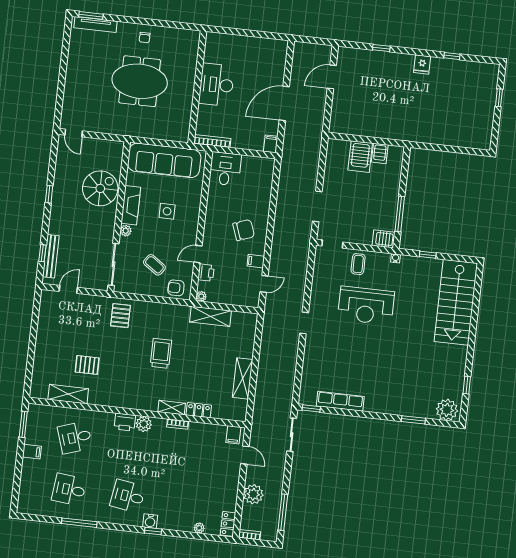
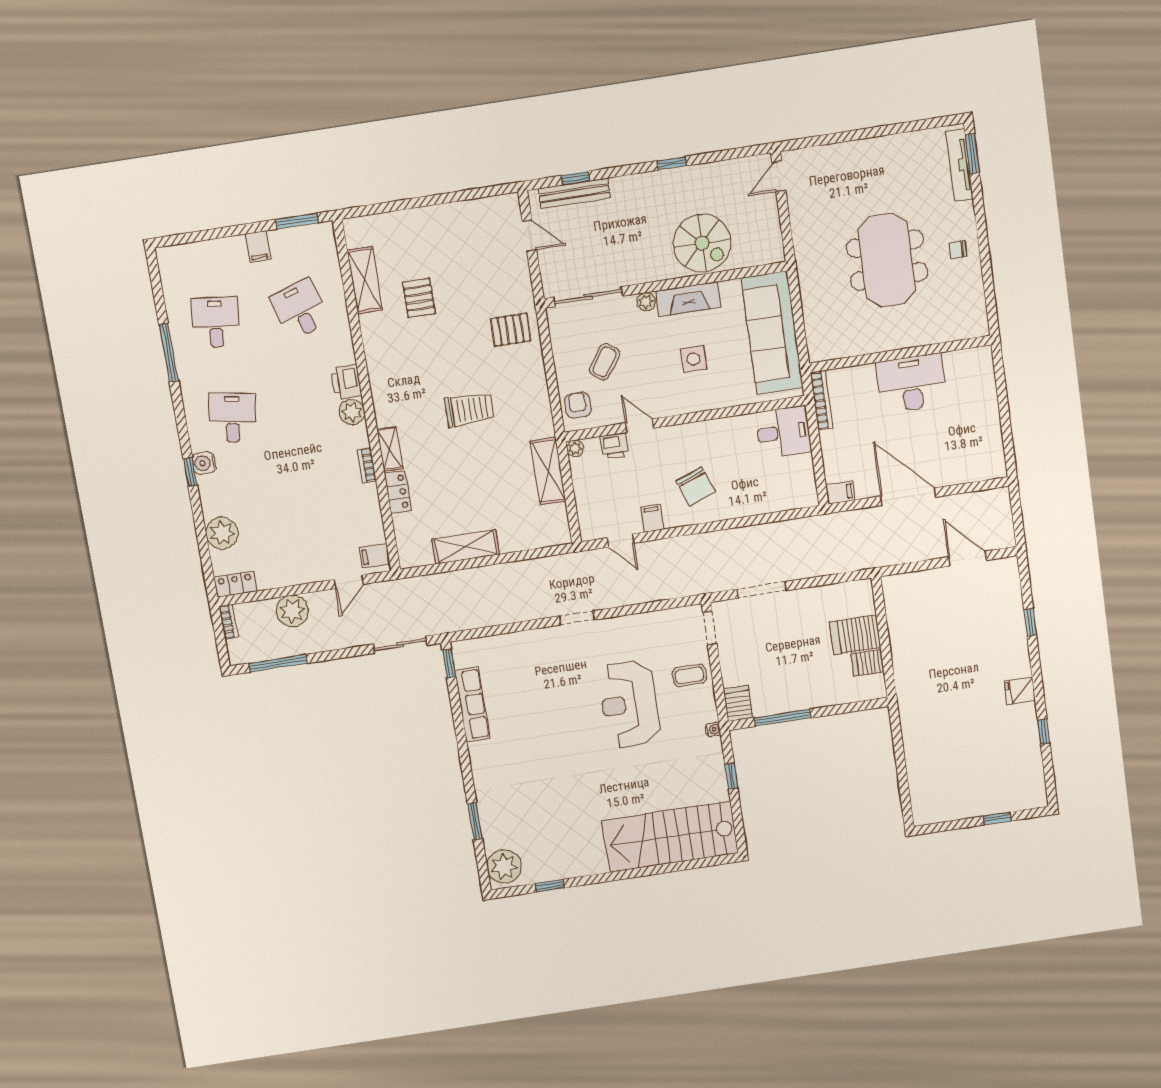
plant: (199, 528) -> (222, 533), width x1.88, depth x1.88

